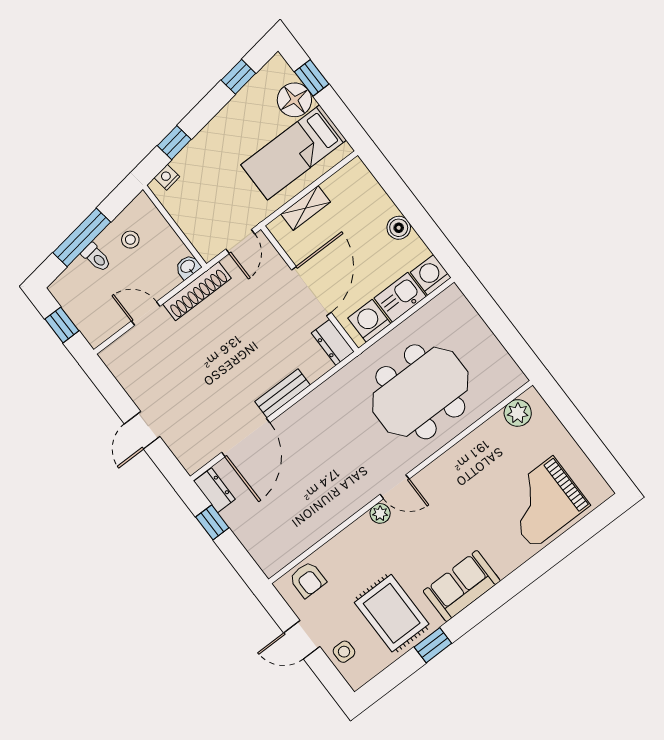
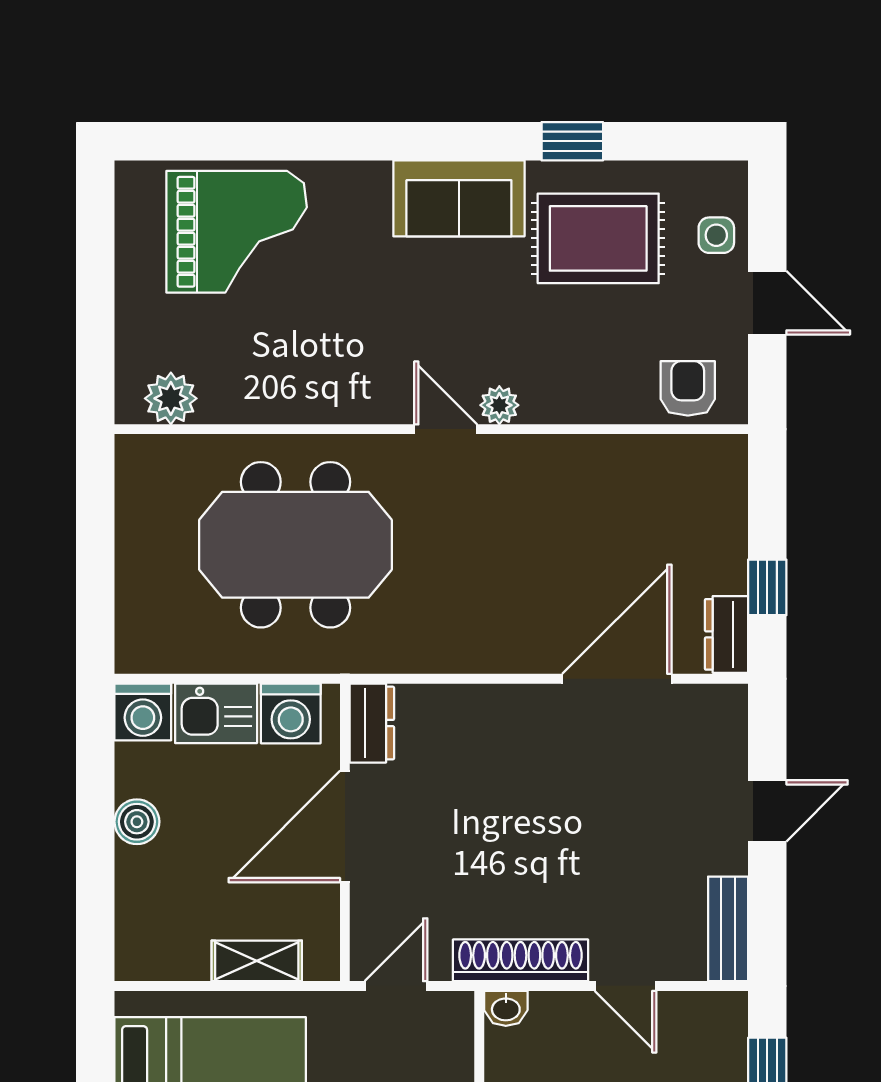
bench: (282, 393) -> (728, 929), moved, turned 90
rug: (392, 613) -> (598, 238), turned 90

